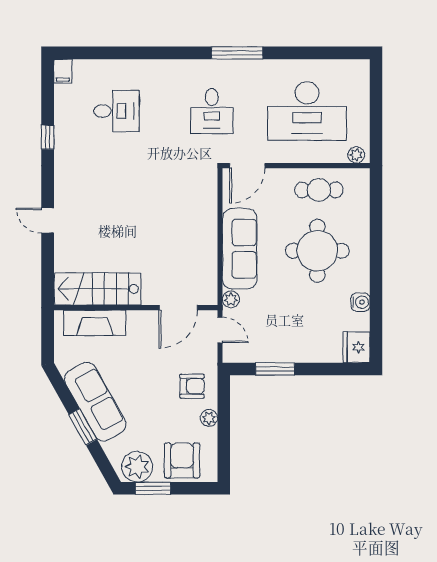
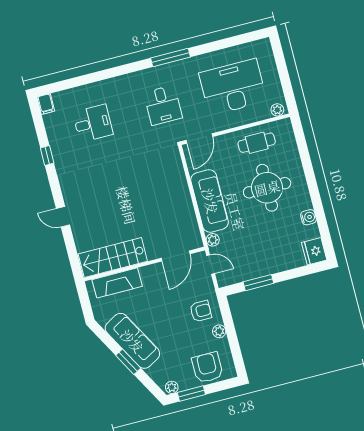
desk: (307, 111) -> (233, 87), turned 180
plant: (137, 467) -> (172, 387), width x0.53, depth x0.53

